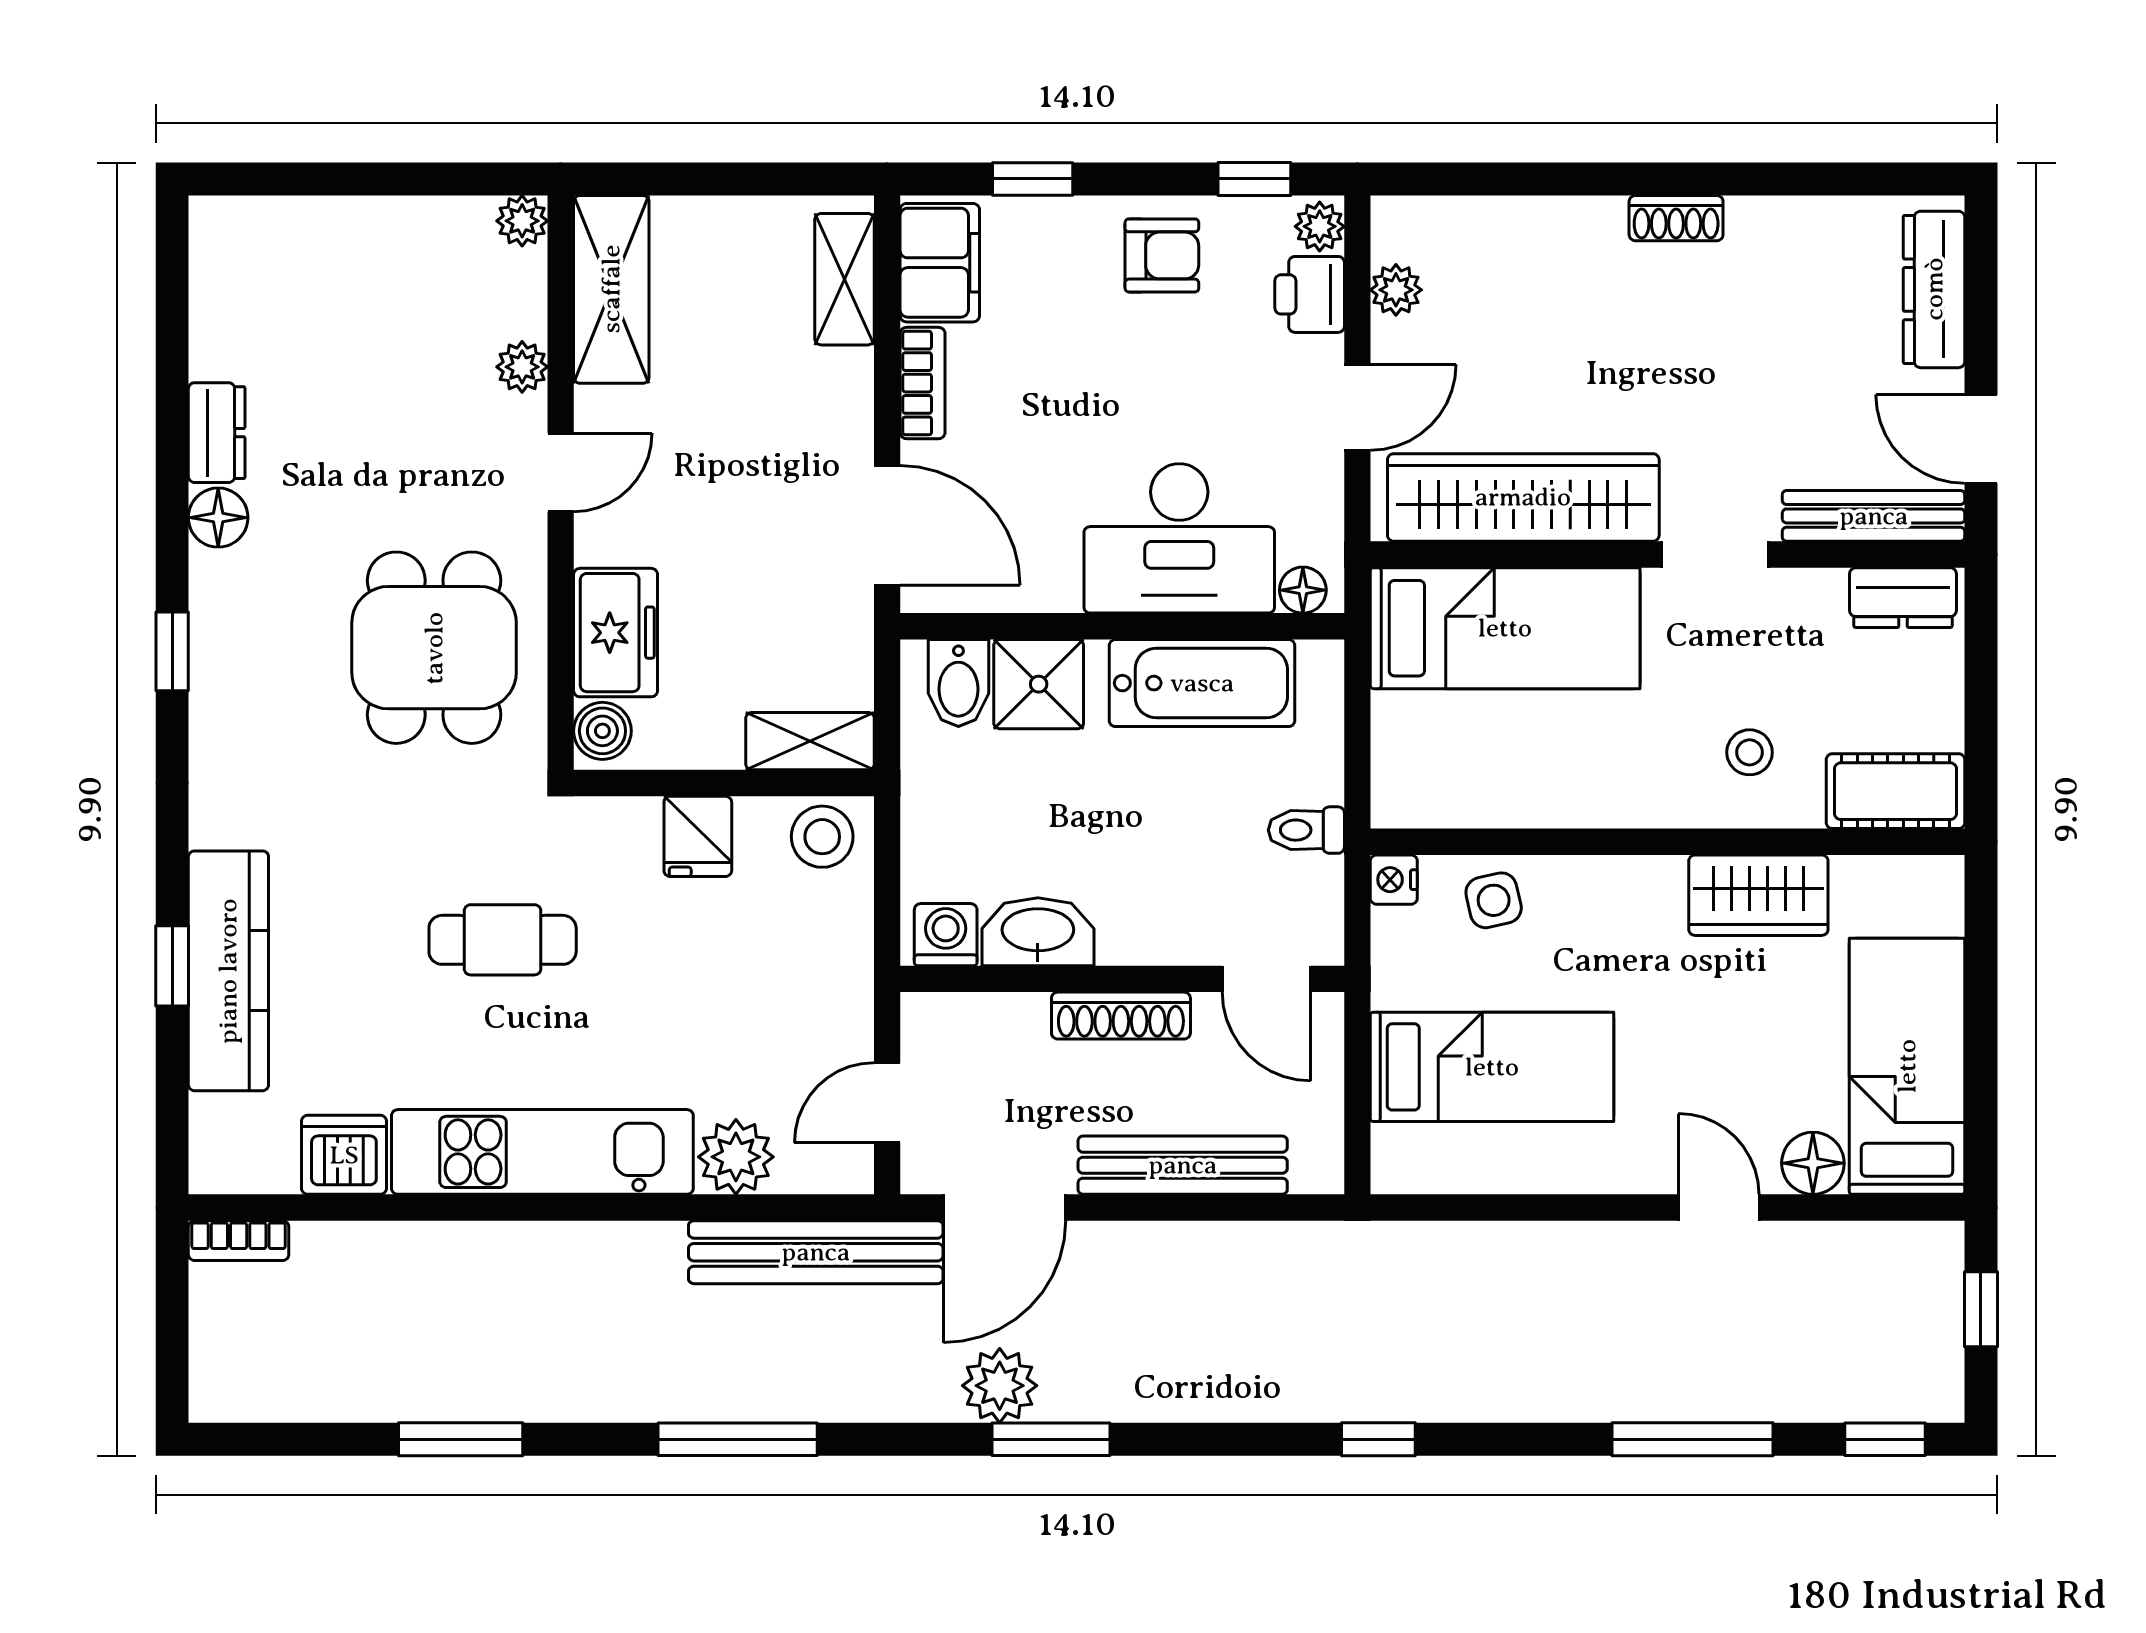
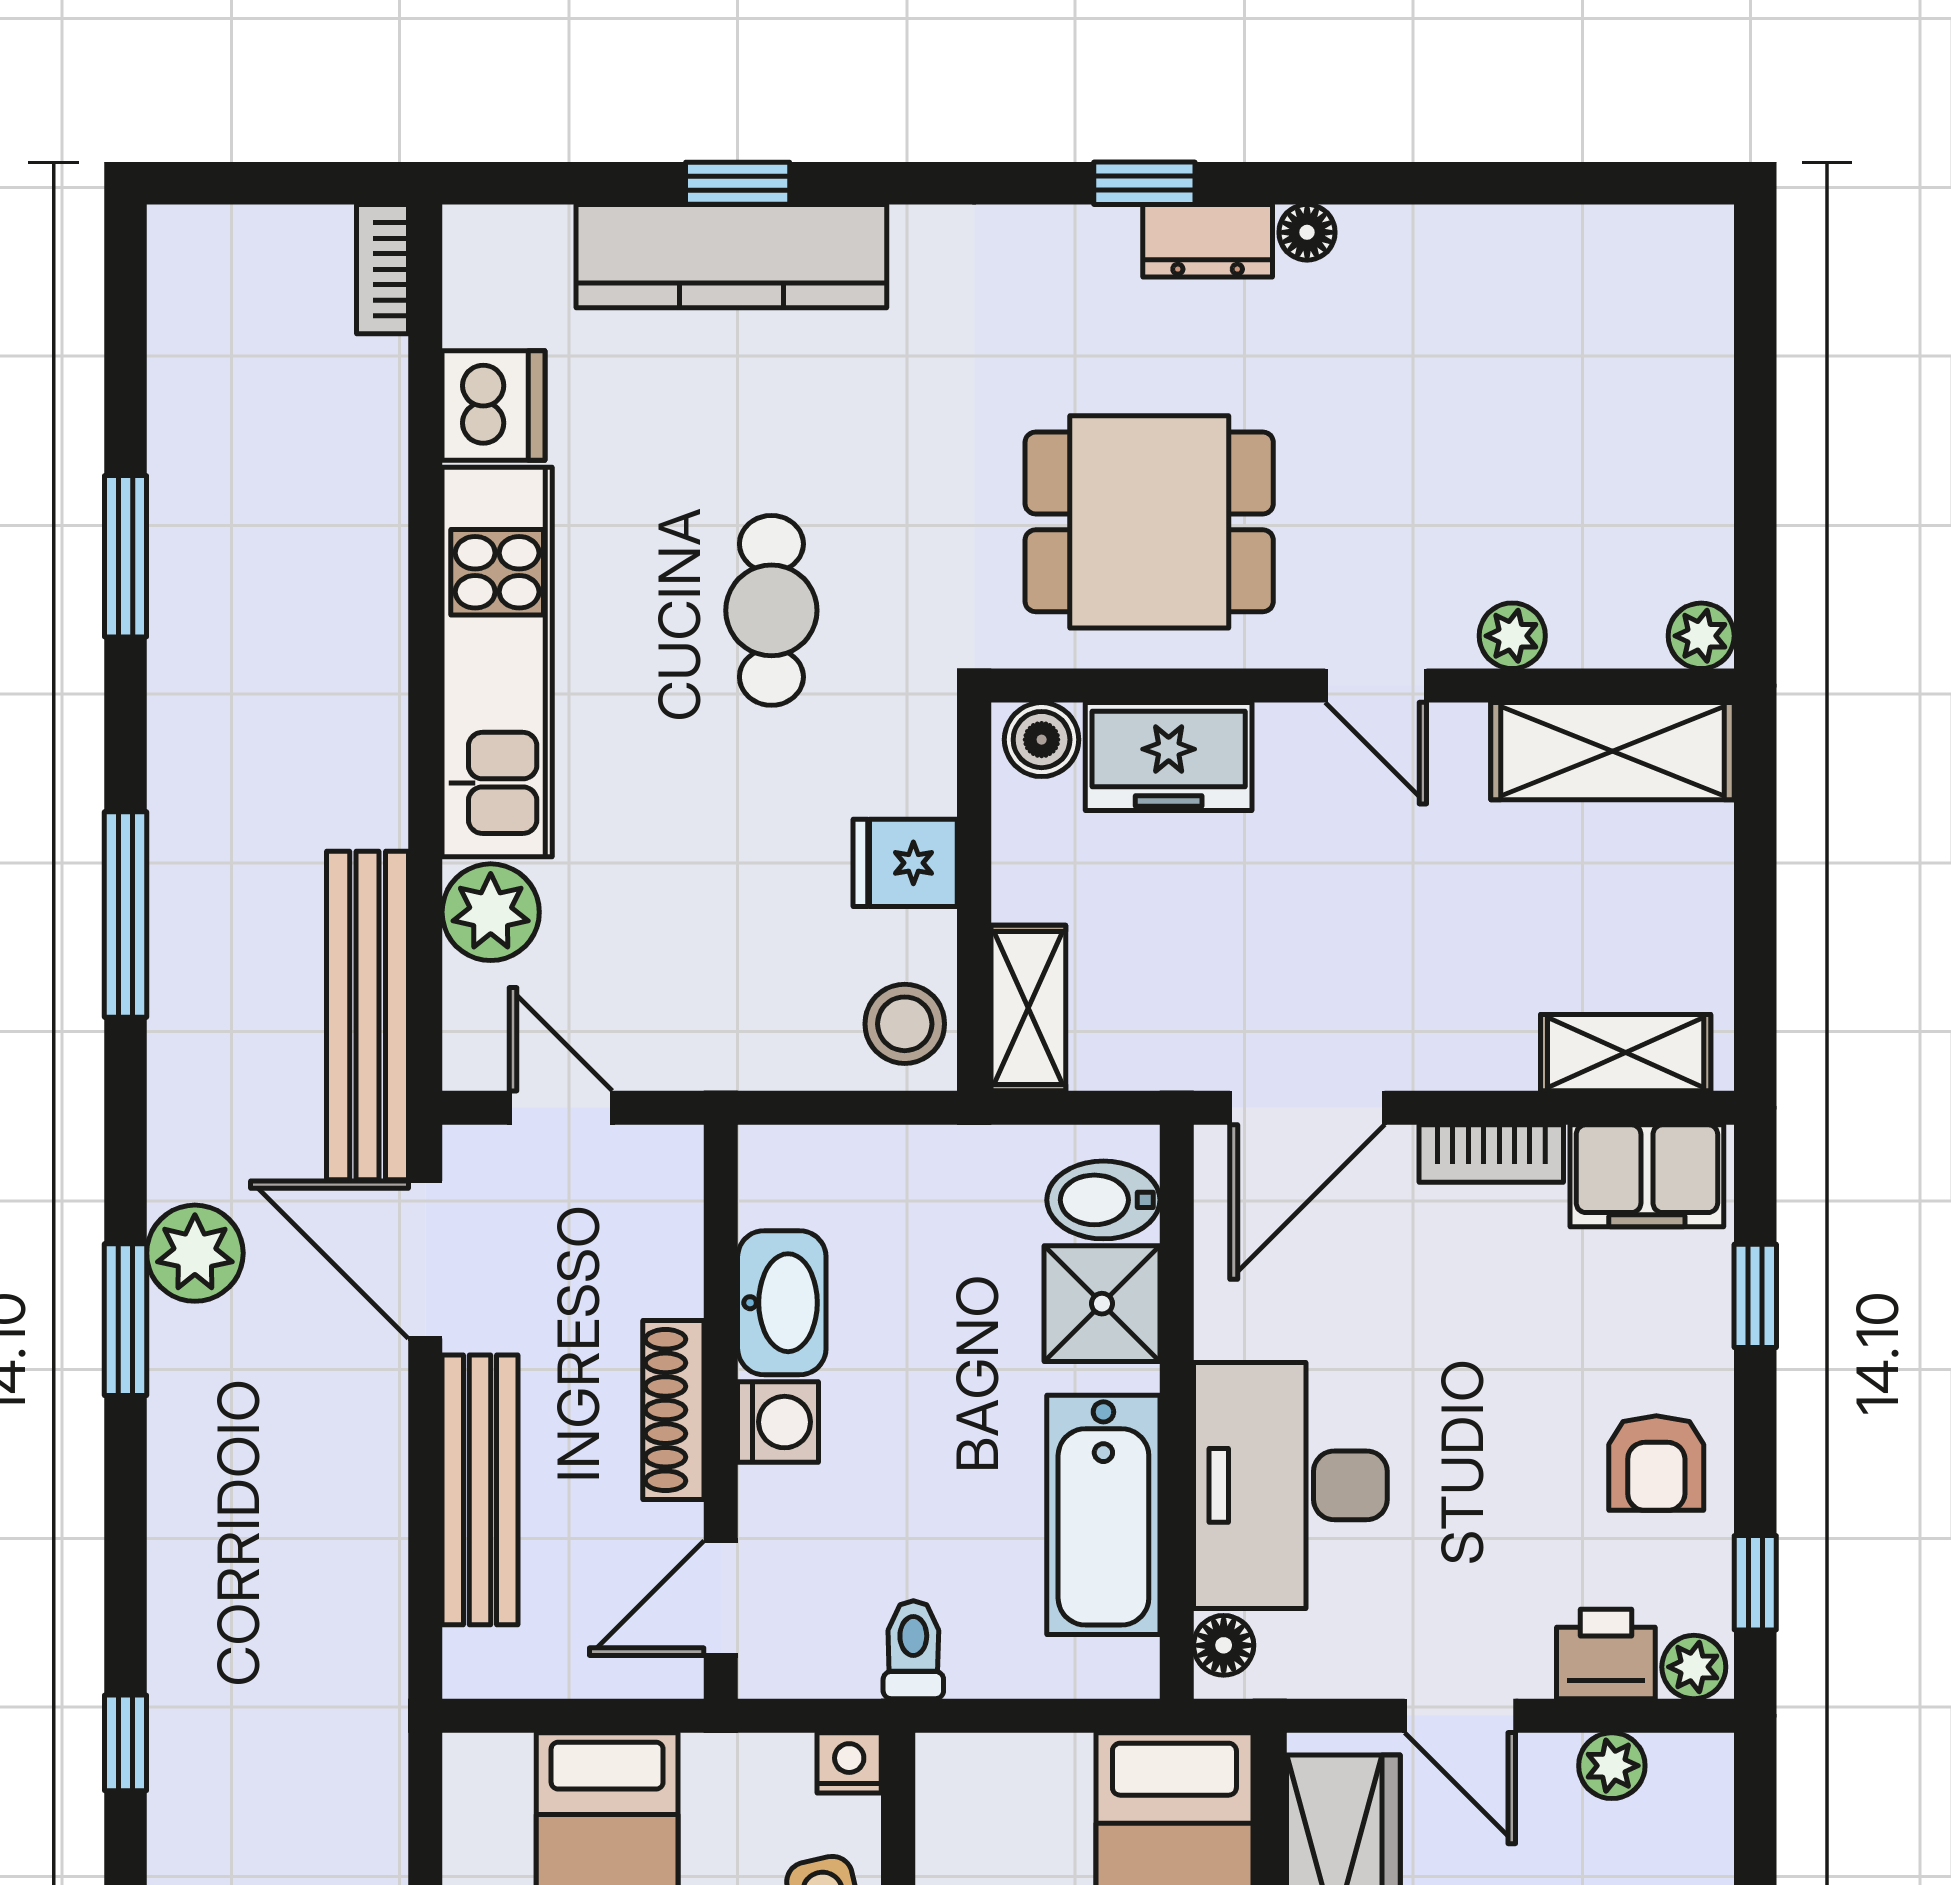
dresser: (217, 433) -> (1208, 241), moved
floor lamp: (218, 518) -> (1307, 232), width x0.73, depth x0.73
washing machine: (946, 935) -> (778, 1422), moved

